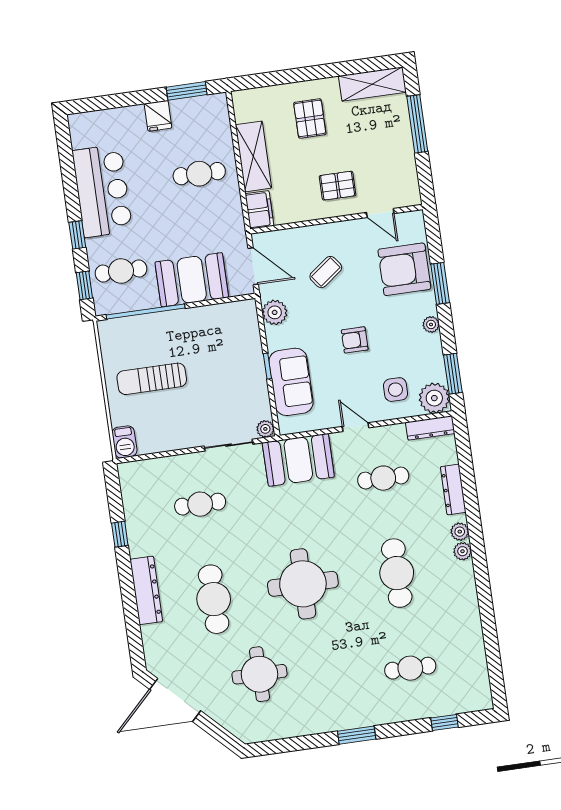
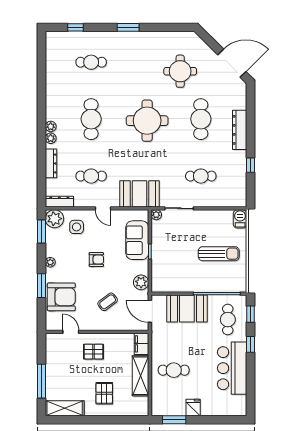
cafe table: (121, 271) -> (228, 320), turned 90

